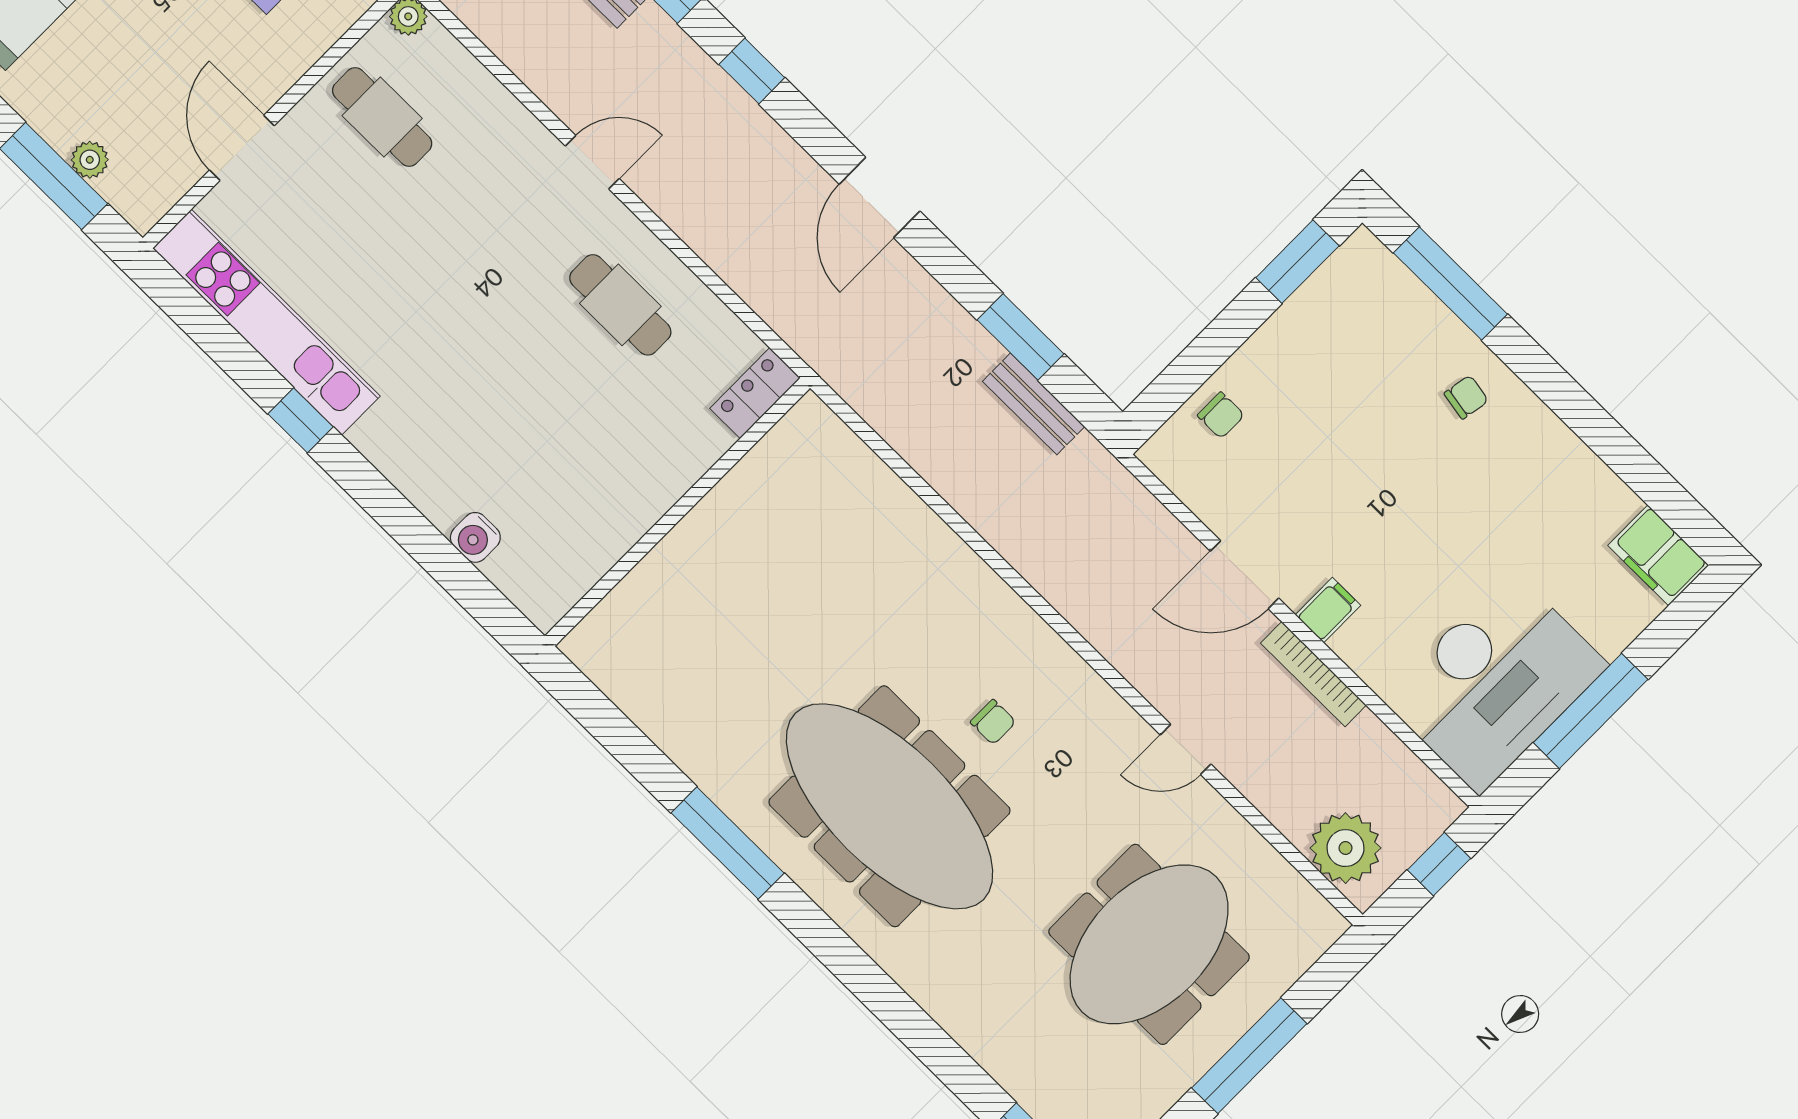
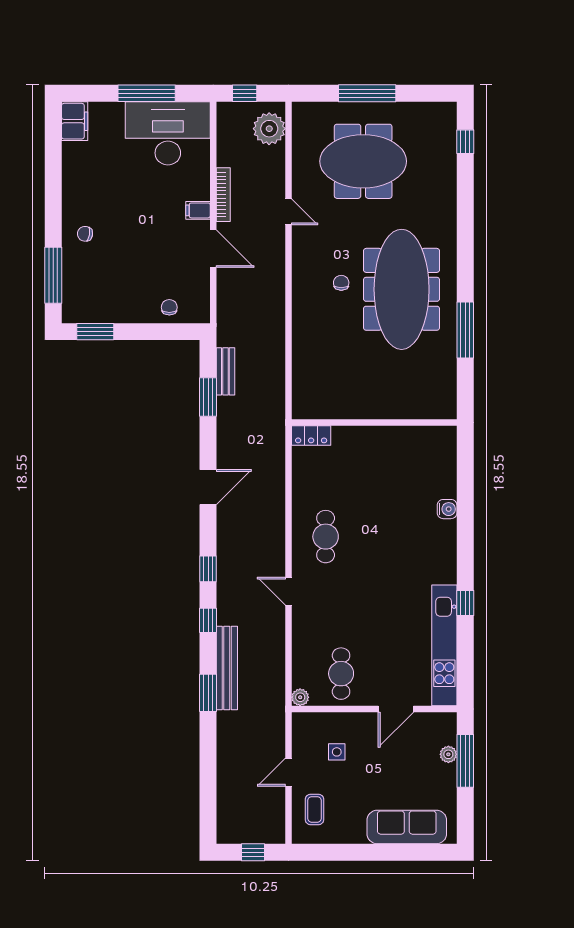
locker: (755, 393) -> (311, 436), moved
wall: (678, 512) -> (374, 423), moved

